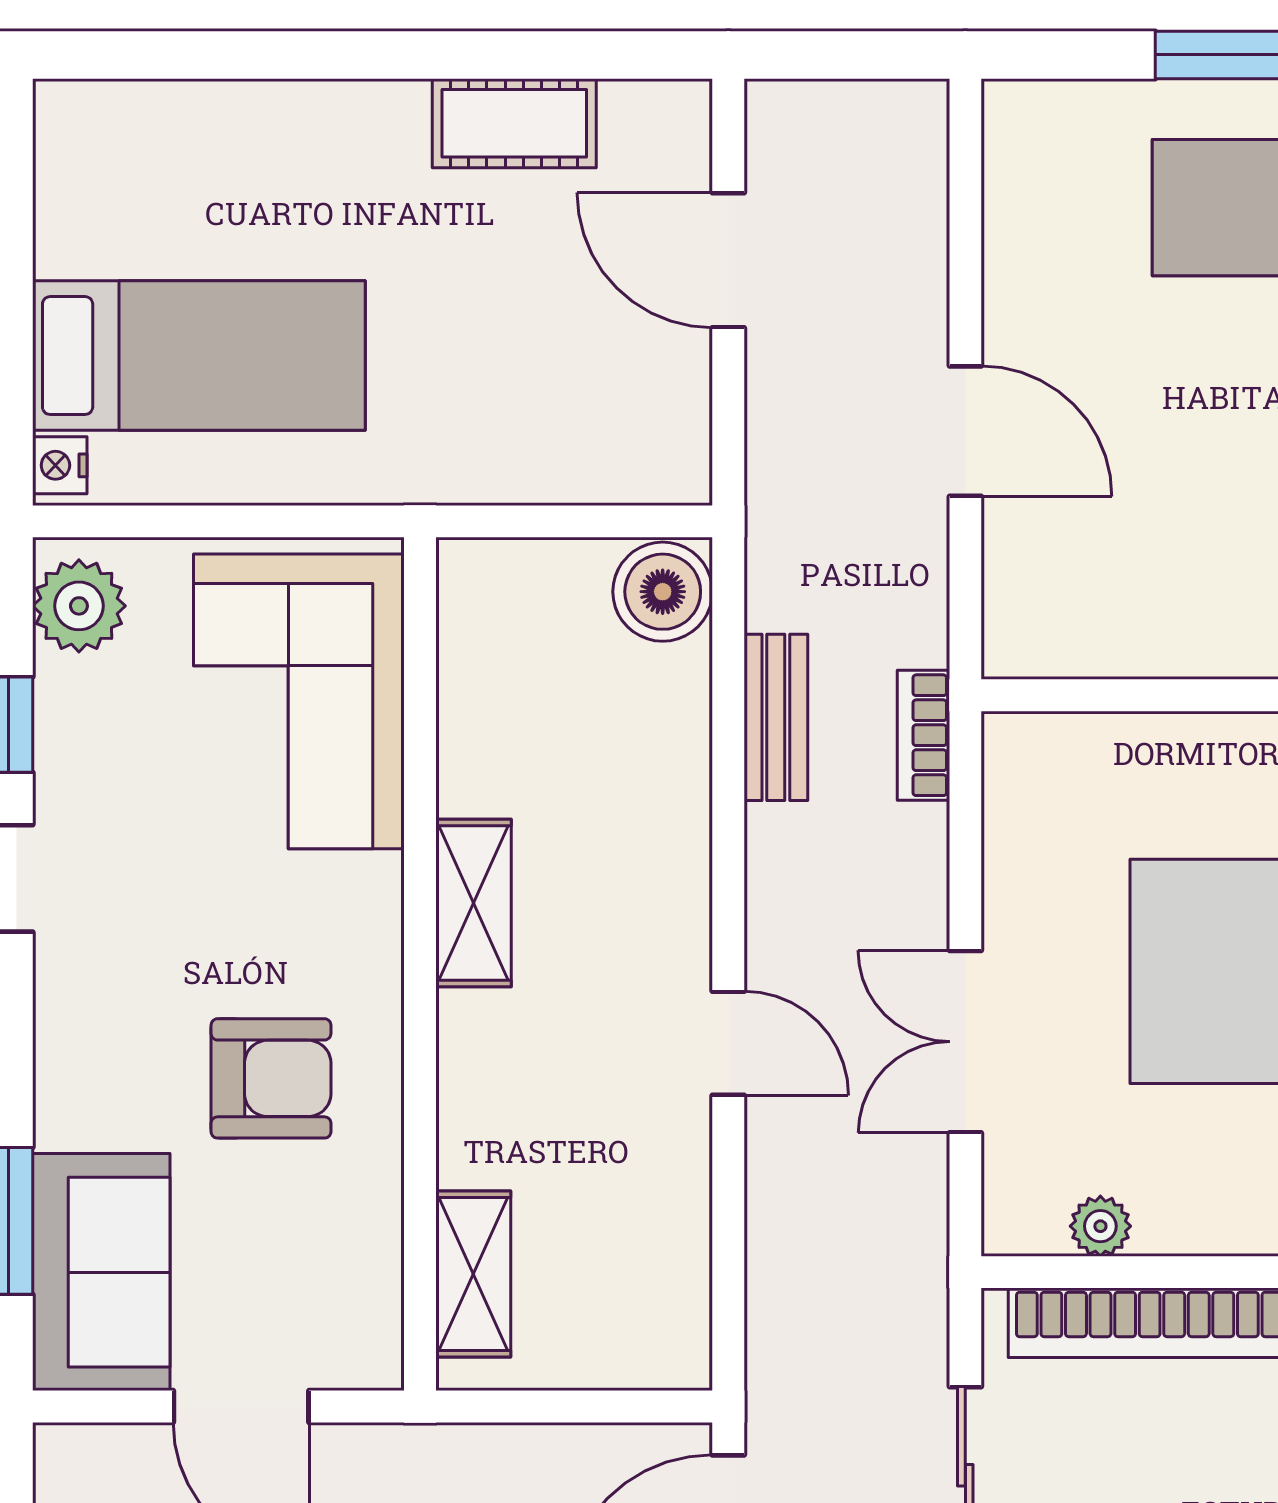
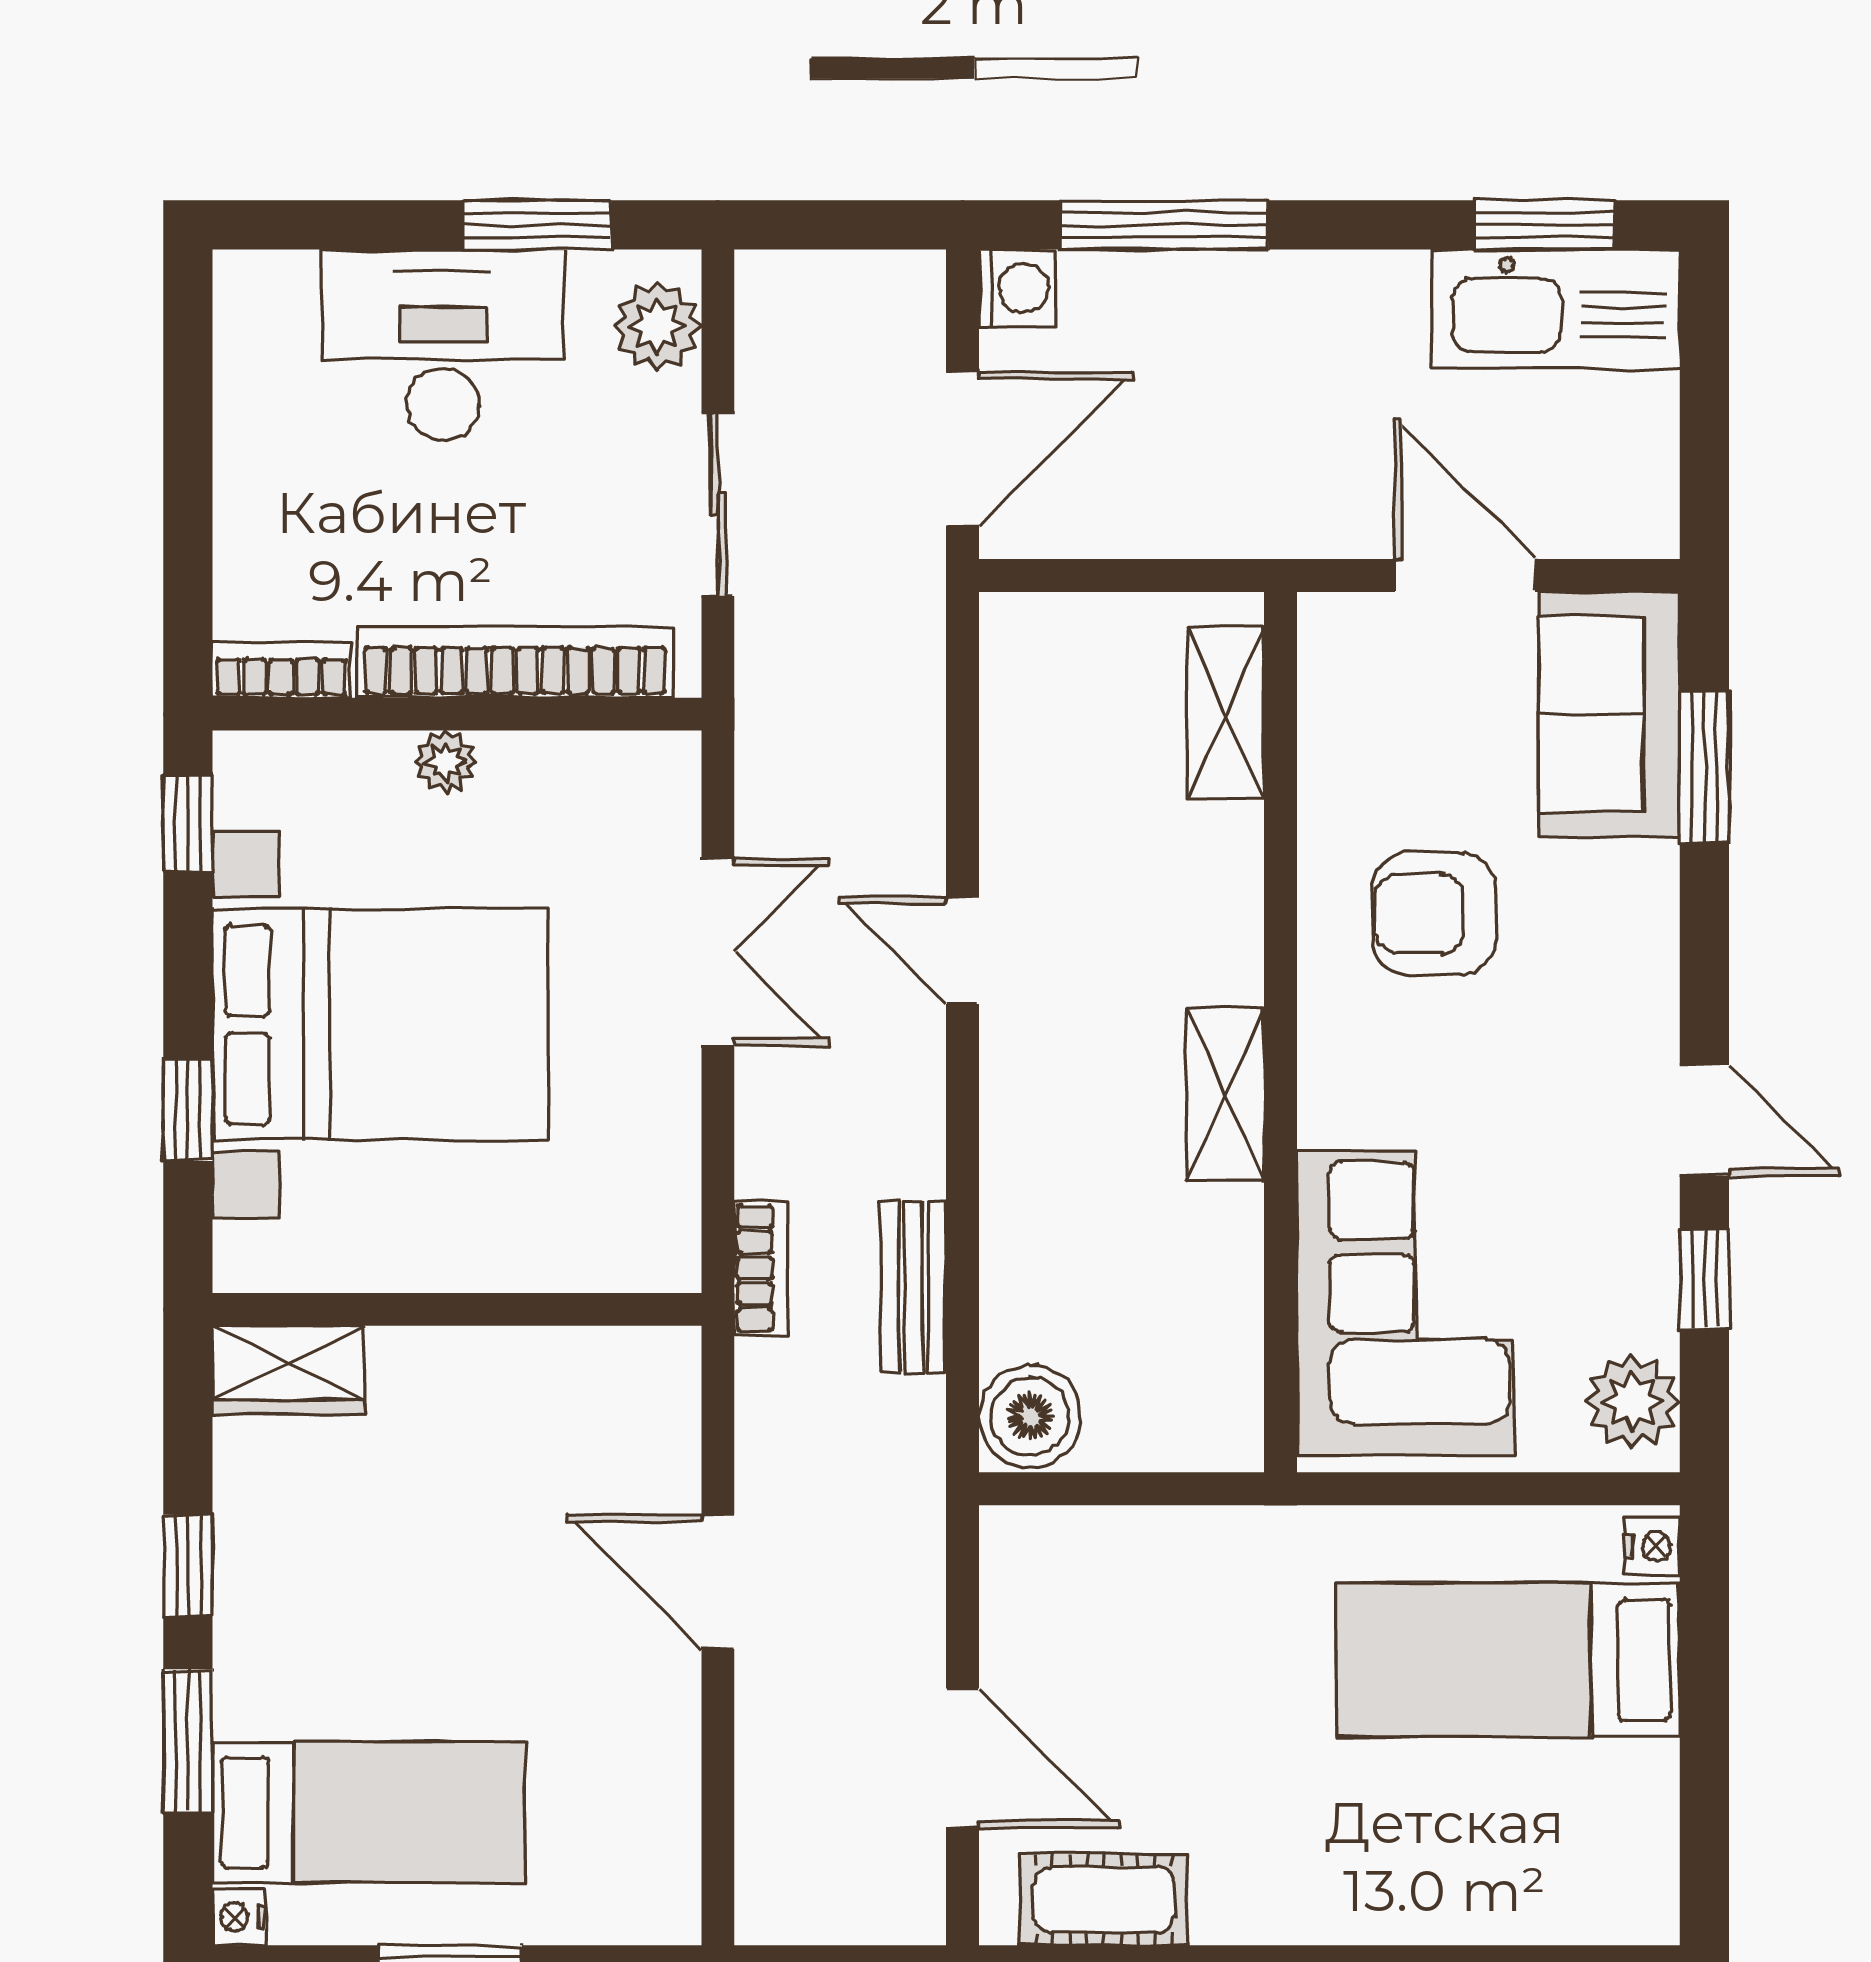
cot: (514, 123) -> (1104, 1899), moved
plant: (1100, 1226) -> (446, 762), moved

